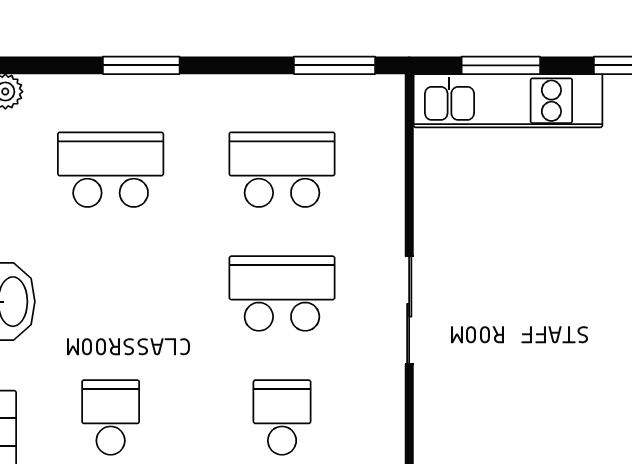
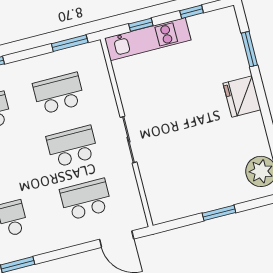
window: (501, 65) -> (141, 25), width x0.67
school desk: (282, 417) -> (86, 199), width x1.85

